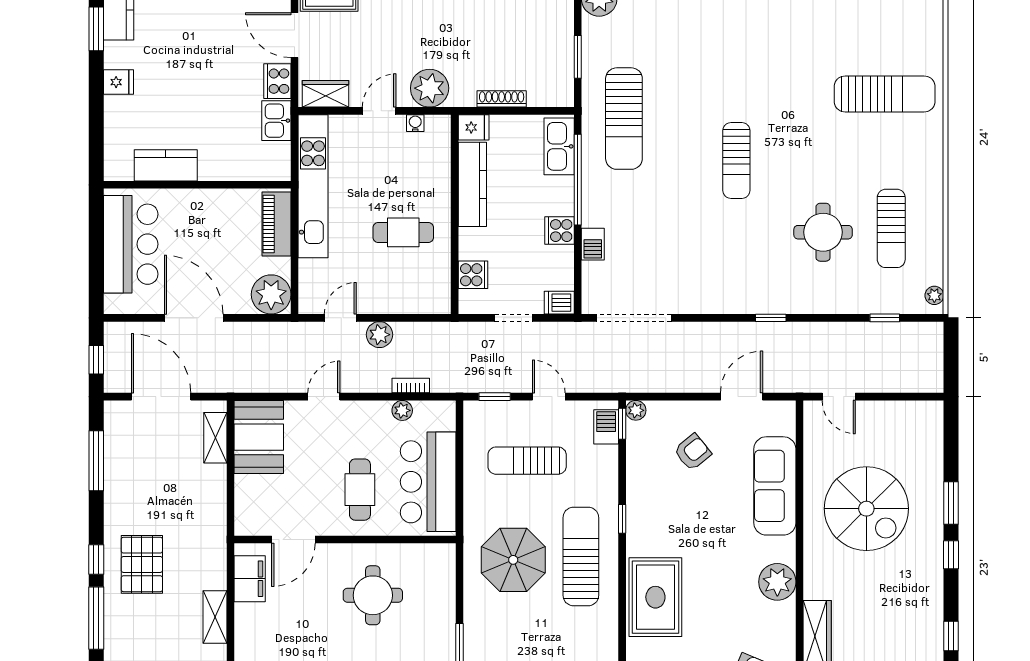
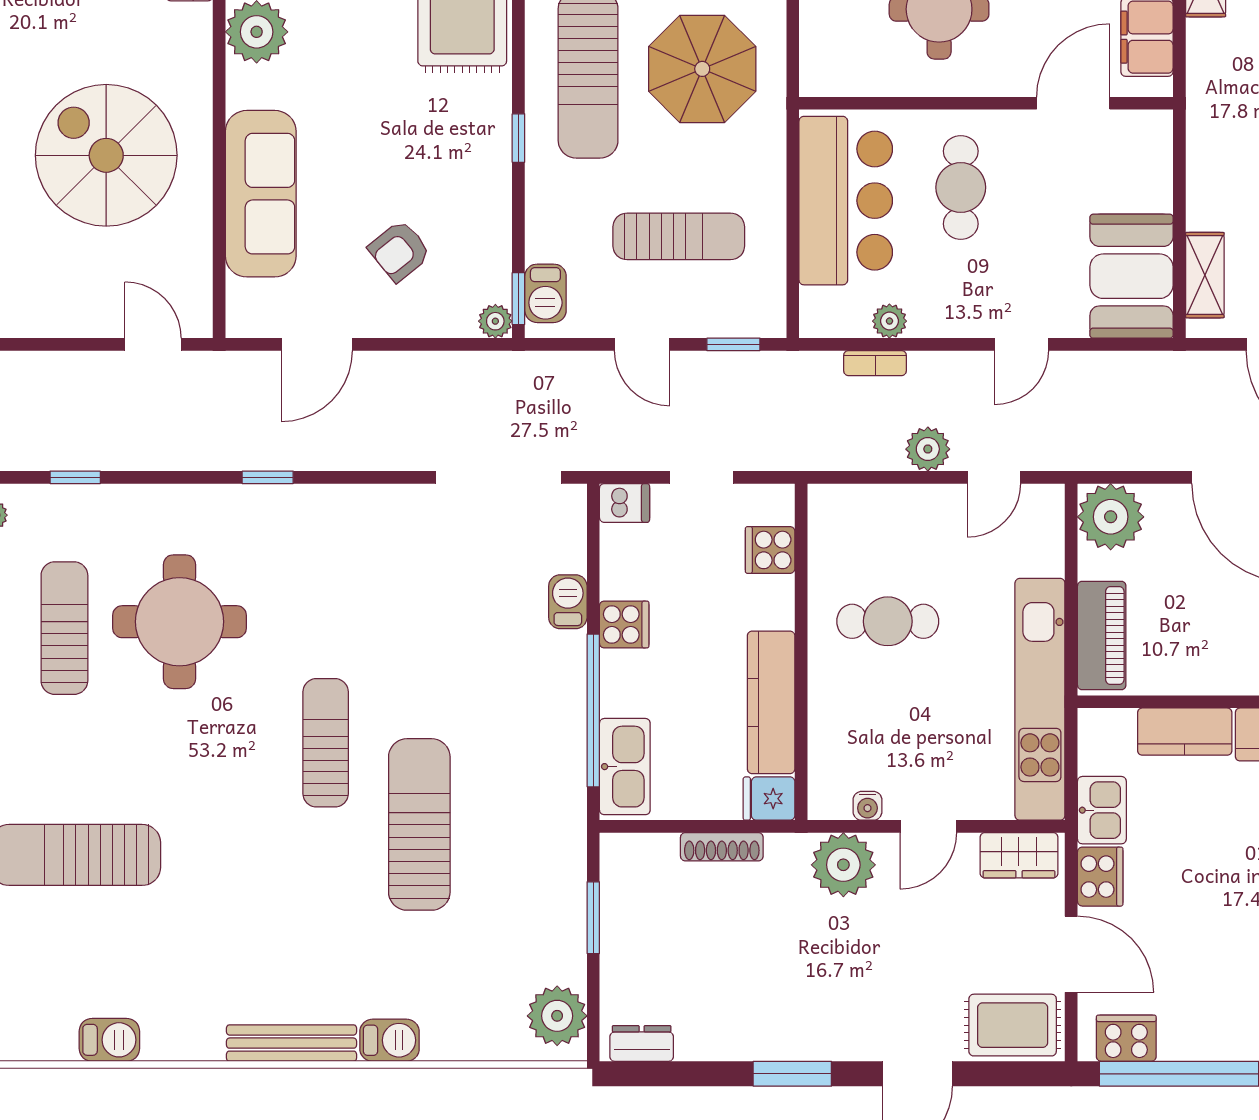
sun lounger: (624, 119) -> (419, 824), moved
kitchen counter: (227, 167) -> (1185, 732), added
round table: (823, 232) -> (179, 622), width x1.36, depth x1.36

